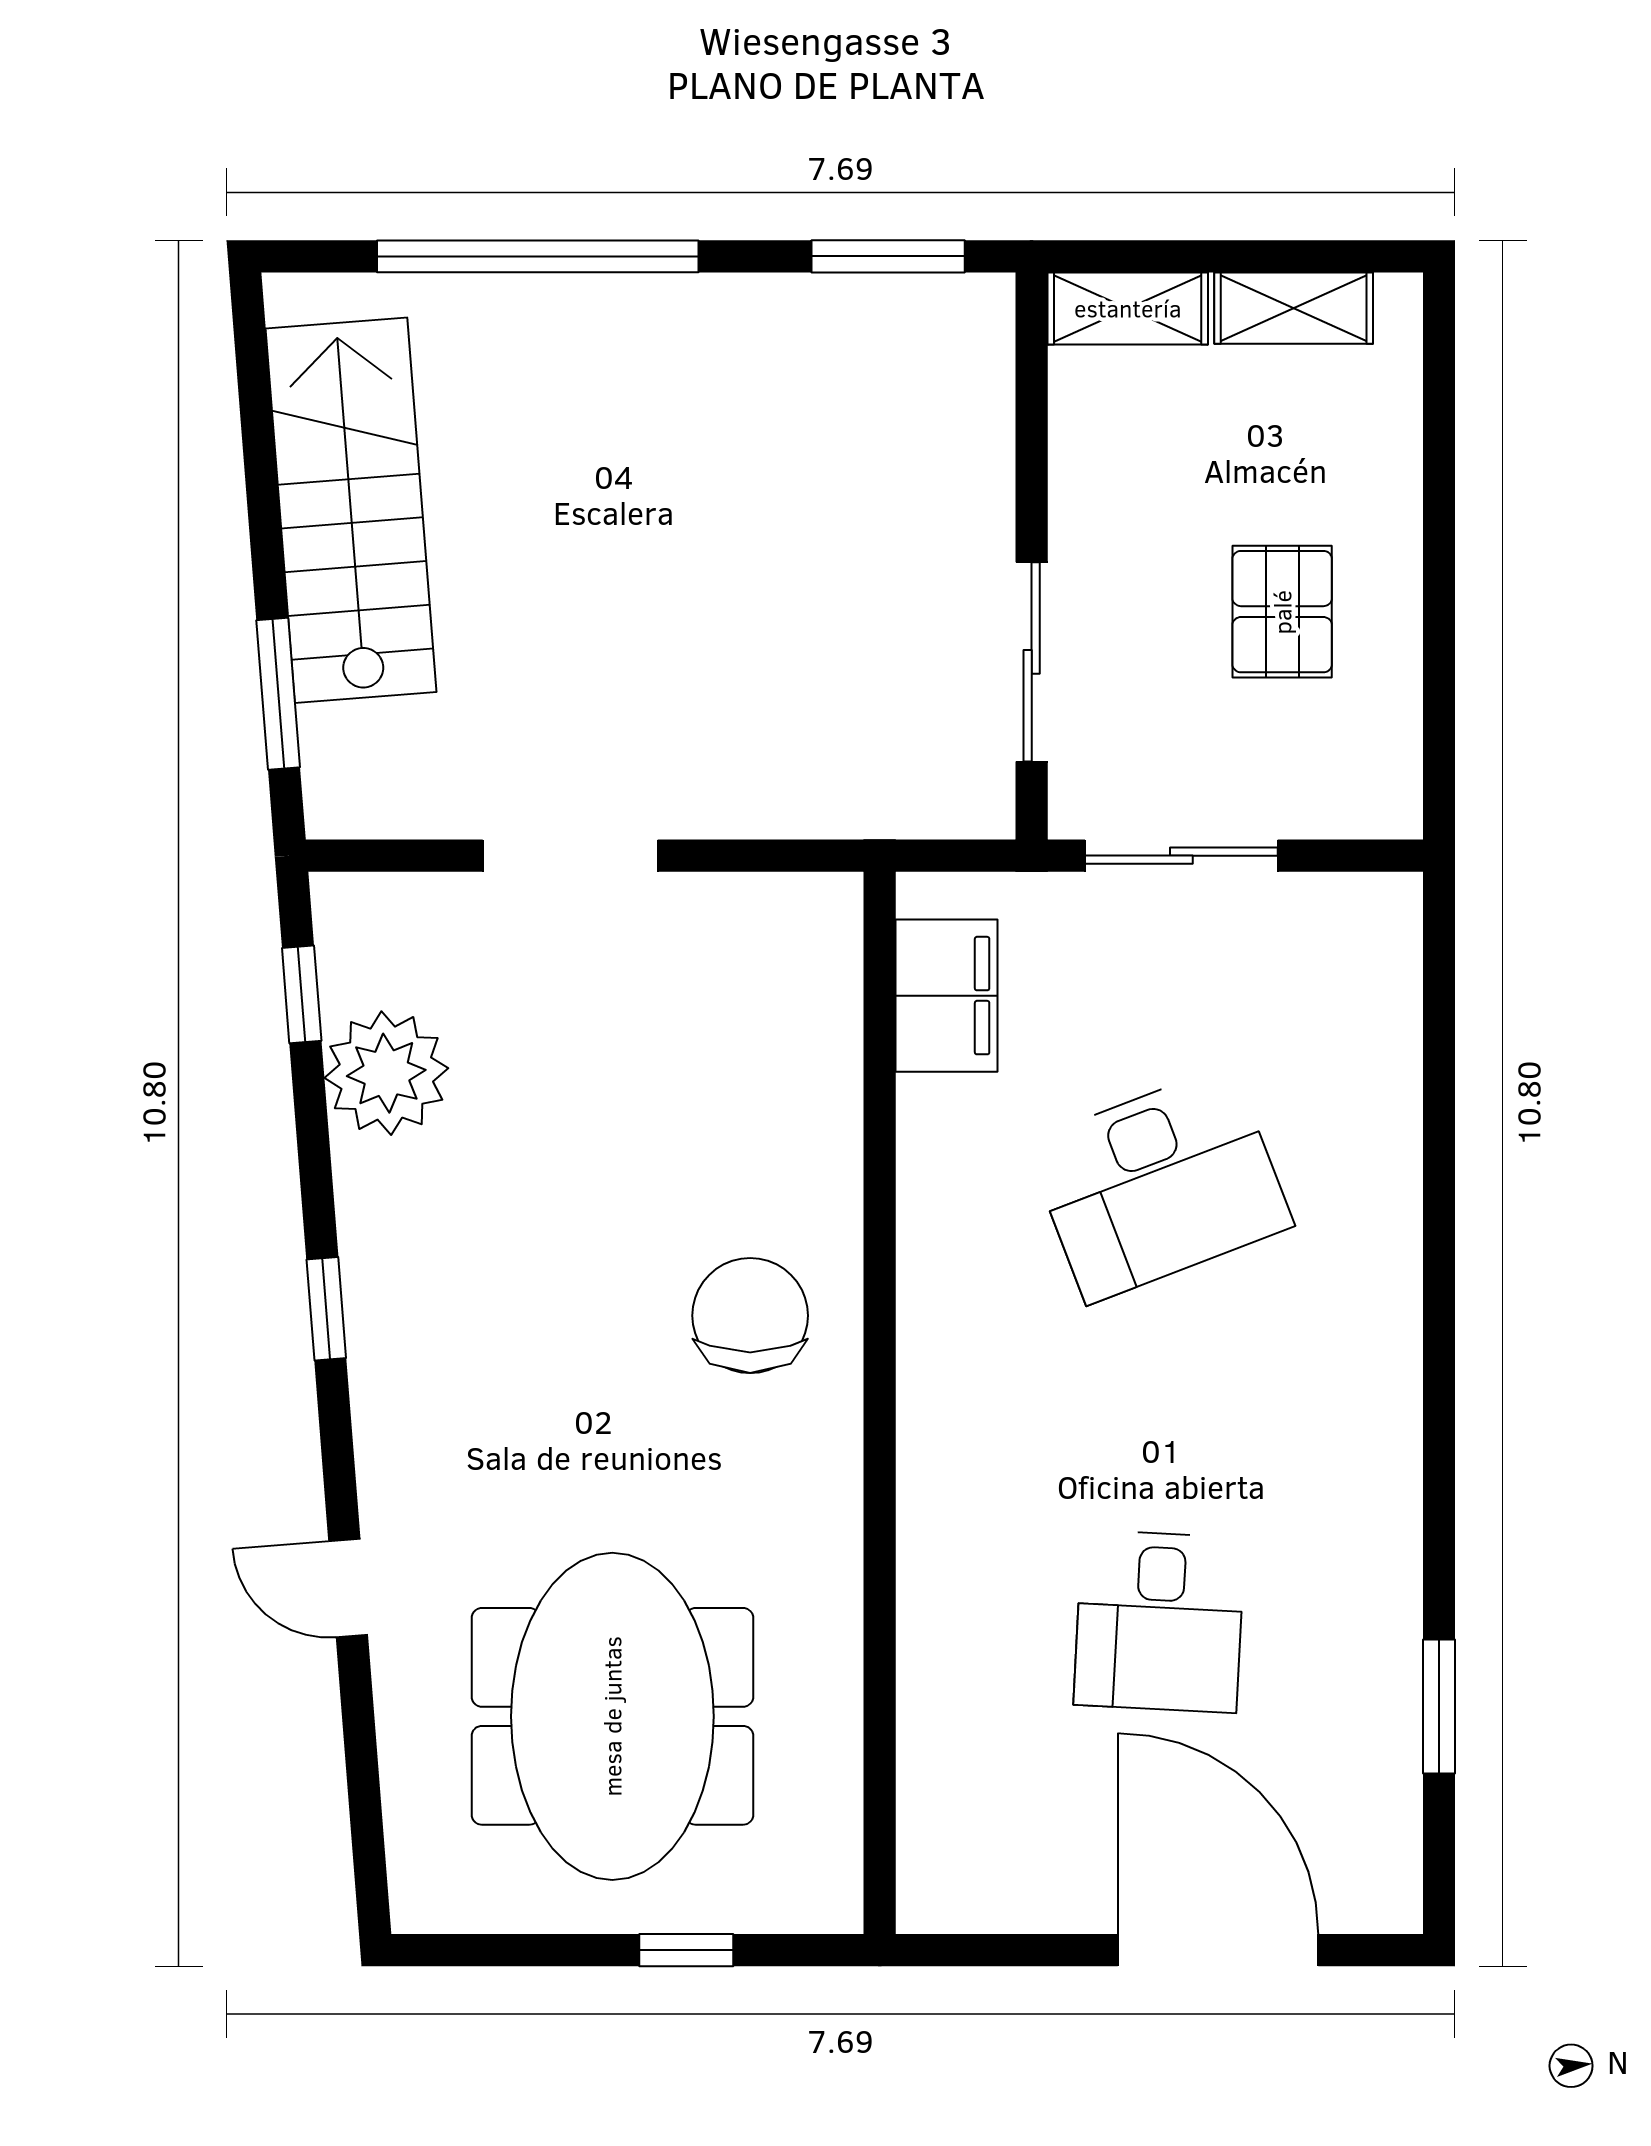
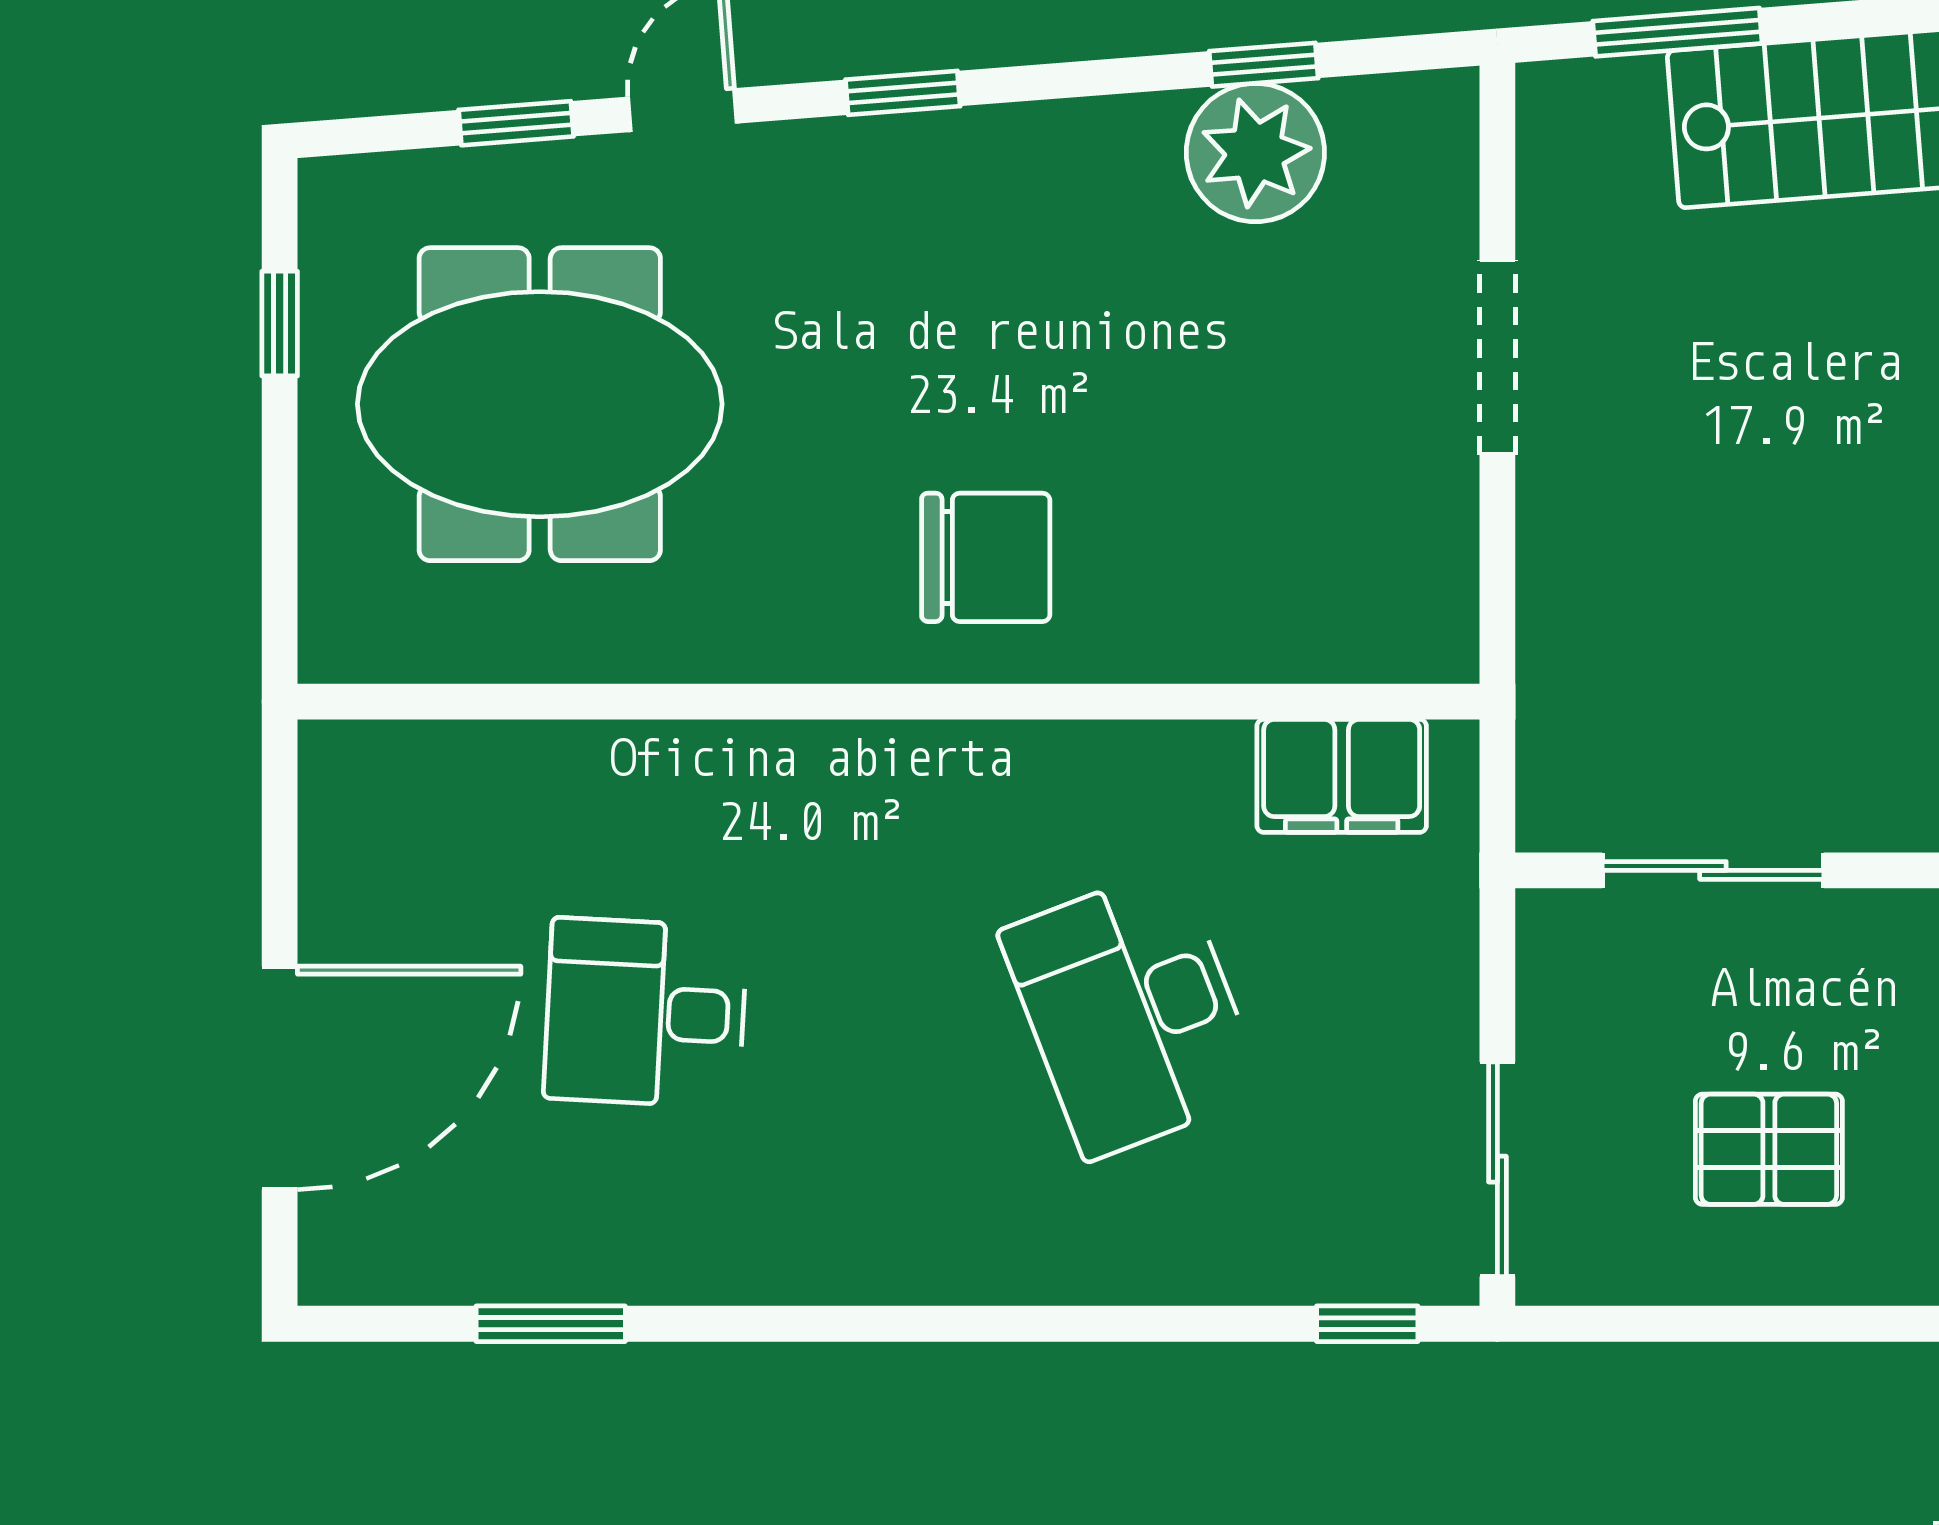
sliding door: (1181, 856) -> (1497, 1169), moved
window: (1439, 973) -> (1367, 1324), added
window: (302, 994) -> (1264, 65), moved
window: (326, 1309) -> (903, 93), moved
window: (360, 1738) -> (516, 123), added
window: (686, 1950) -> (280, 324), moved

